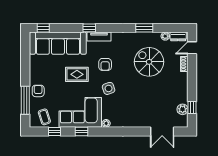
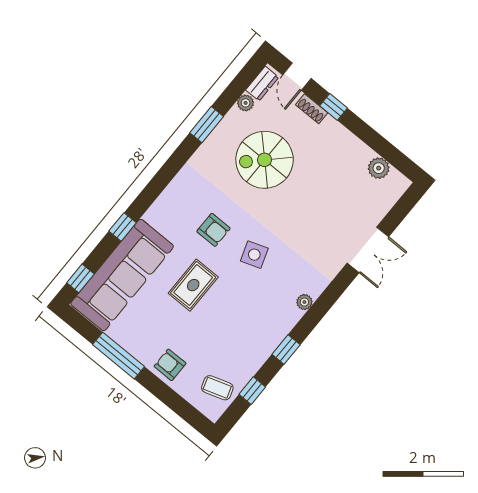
window: (89, 28) -> (123, 227), moved
tv unit: (99, 36) -> (163, 204), removed
window: (25, 100) -> (119, 356), moved
window: (192, 107) -> (334, 107), moved
corner sofa: (80, 112) -> (255, 328), removed
double door: (162, 131) -> (368, 250), moved

